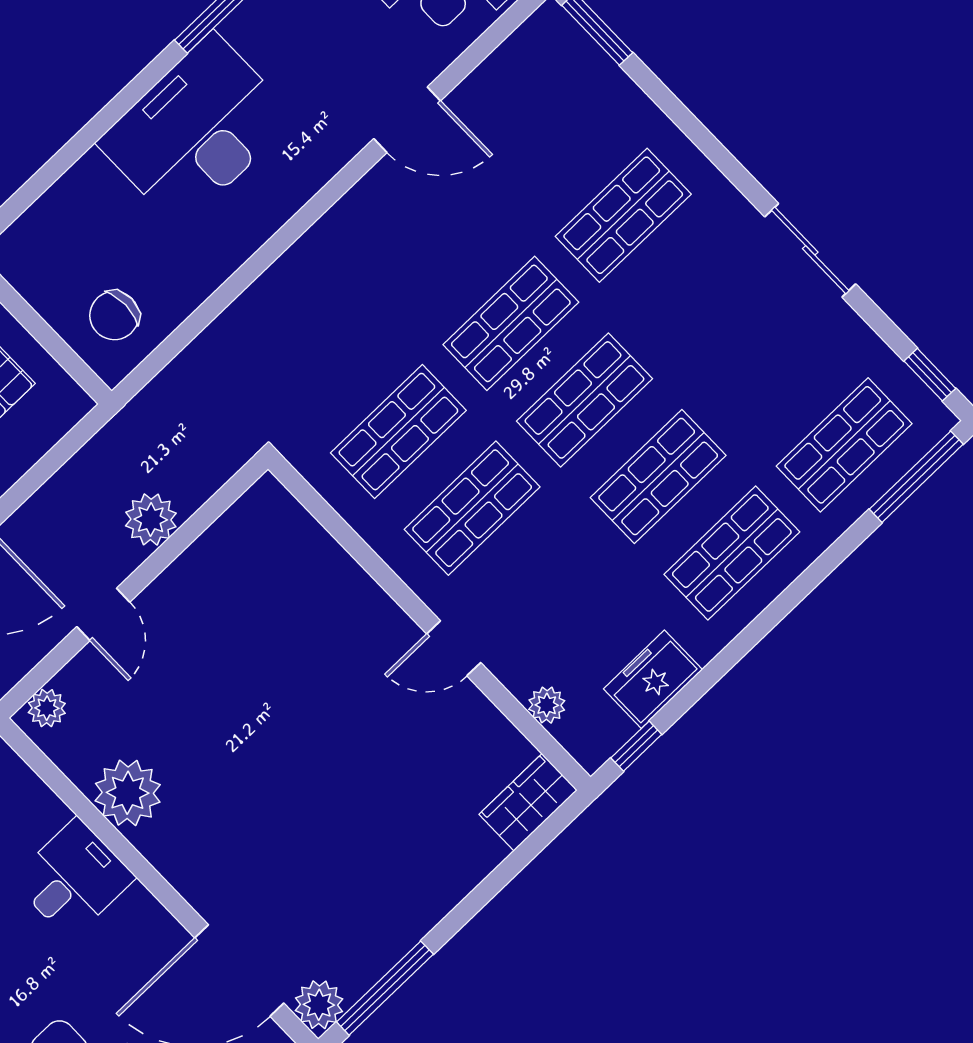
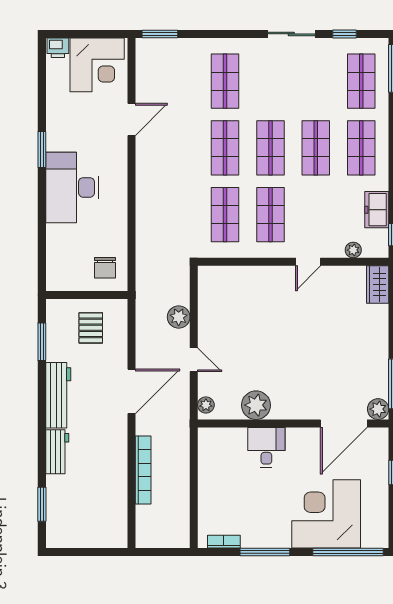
window: (930, 375) -> (344, 34), moved

